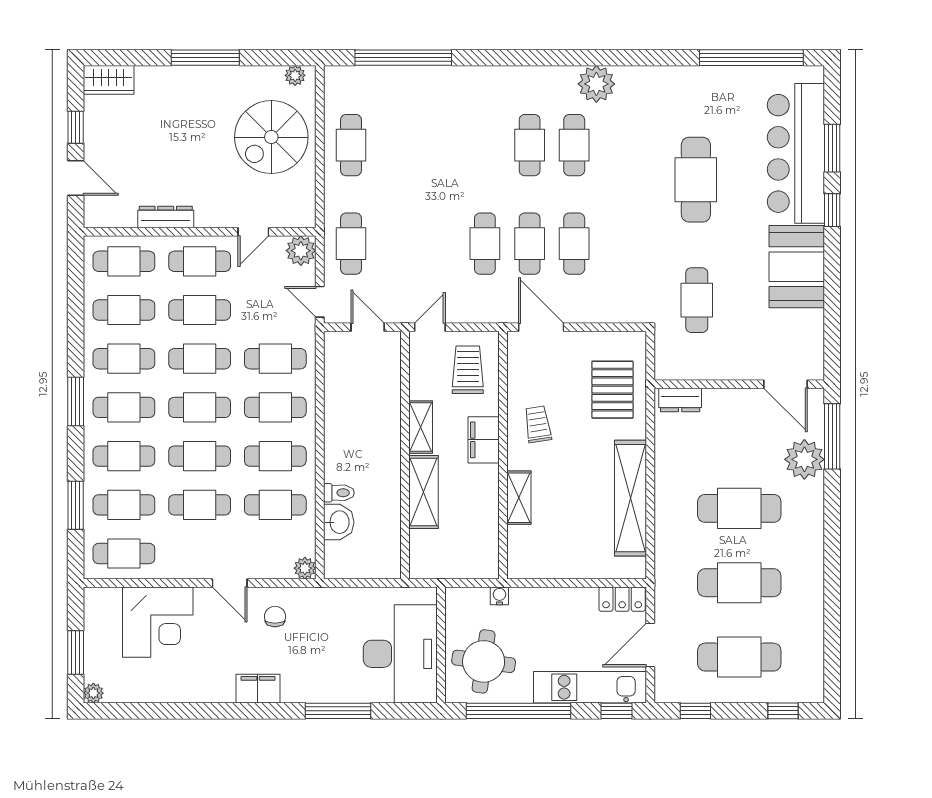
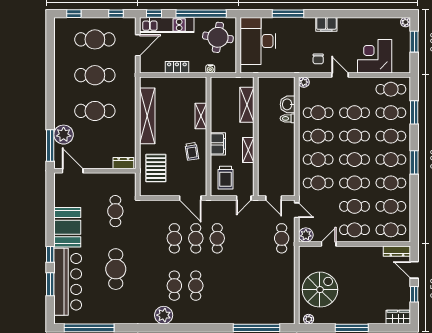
cafe table: (351, 145) -> (282, 286), removed
dresser: (166, 217) -> (397, 251), moved
shelving: (423, 492) -> (247, 105), moved
locker: (622, 599) -> (177, 67), moved

